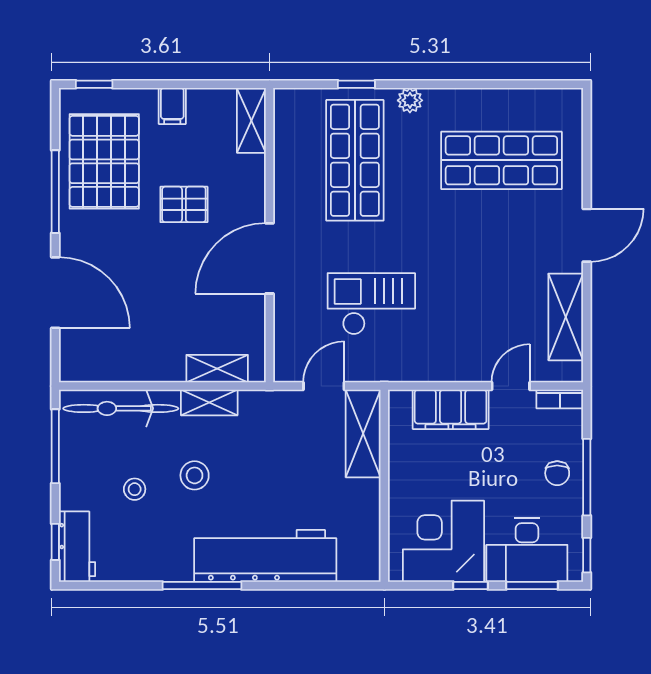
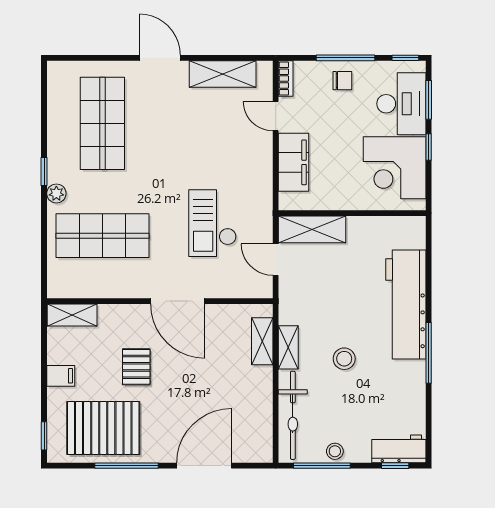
window: (356, 84) -> (44, 171), moved
stool: (135, 489) -> (335, 451), moved

